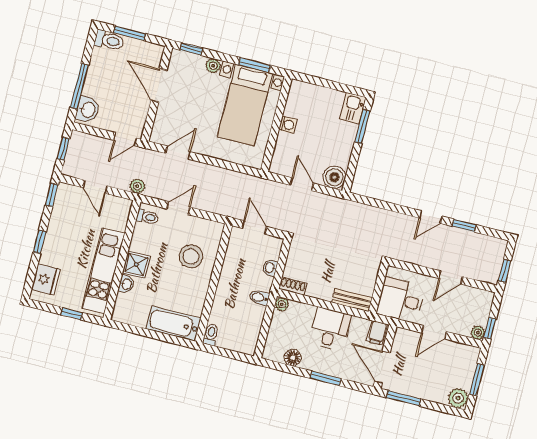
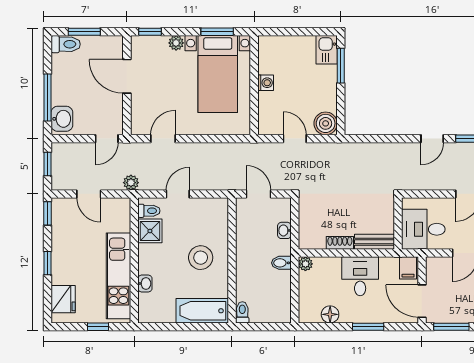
stool: (191, 256) -> (201, 258), moved
shower: (136, 265) -> (150, 231), moved
shoe rack: (293, 286) -> (340, 243), moved

